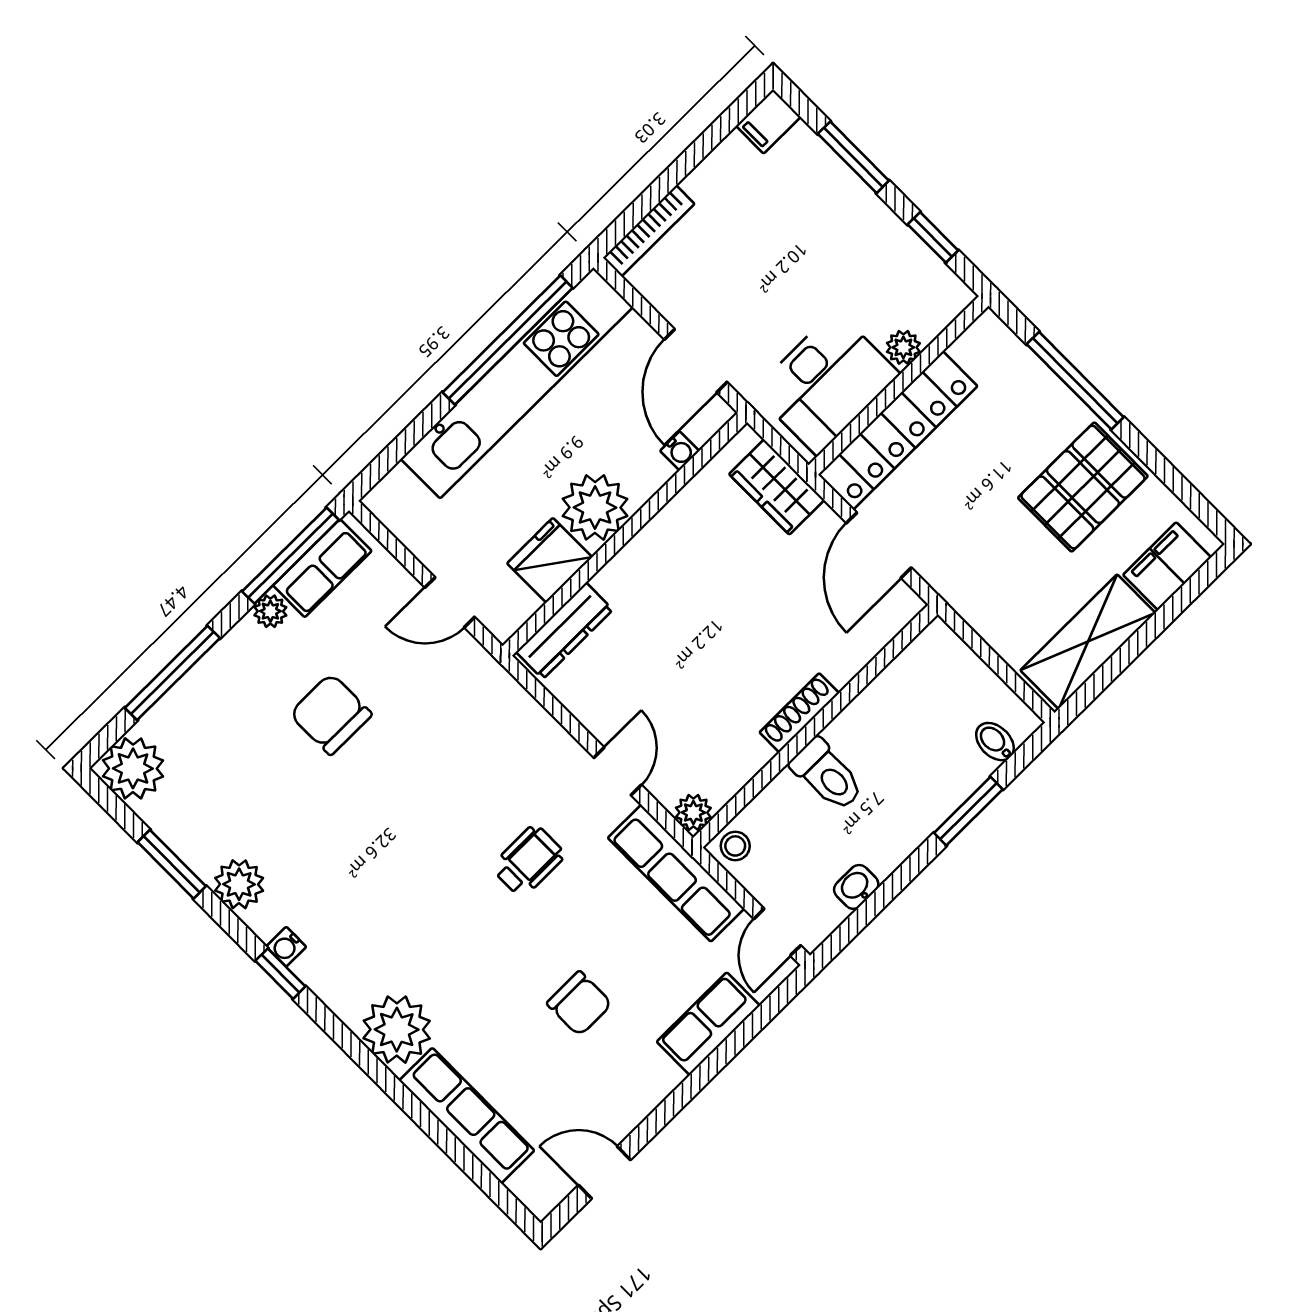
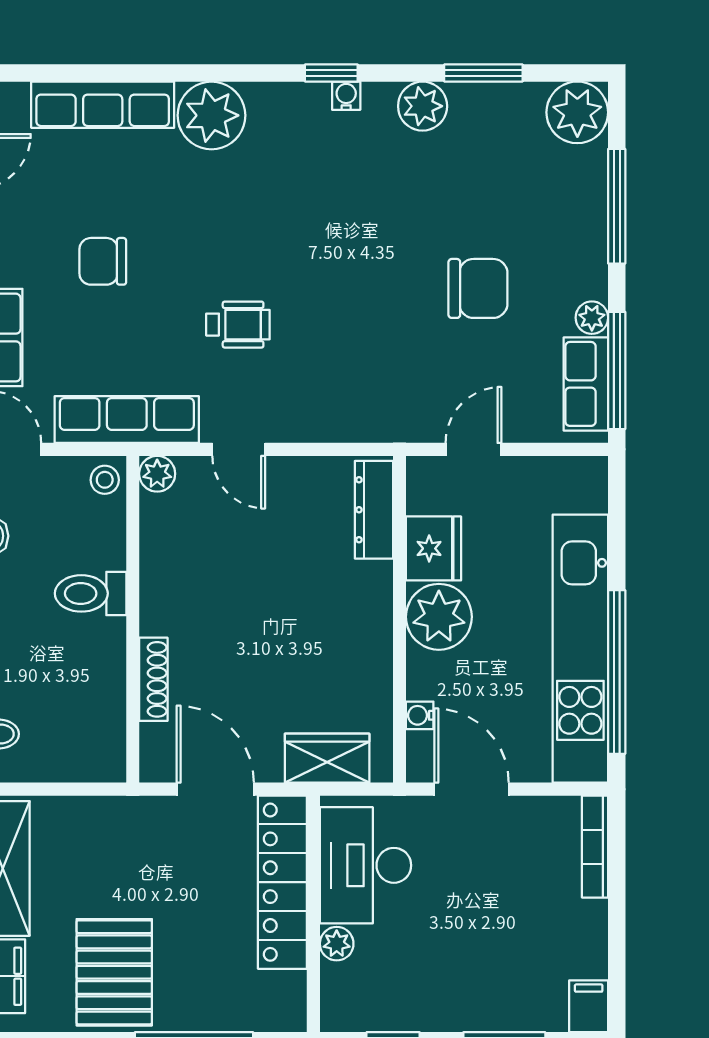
shoe rack: (799, 713) -> (153, 679), moved
wheelchair: (528, 861) -> (238, 325), turned -90

